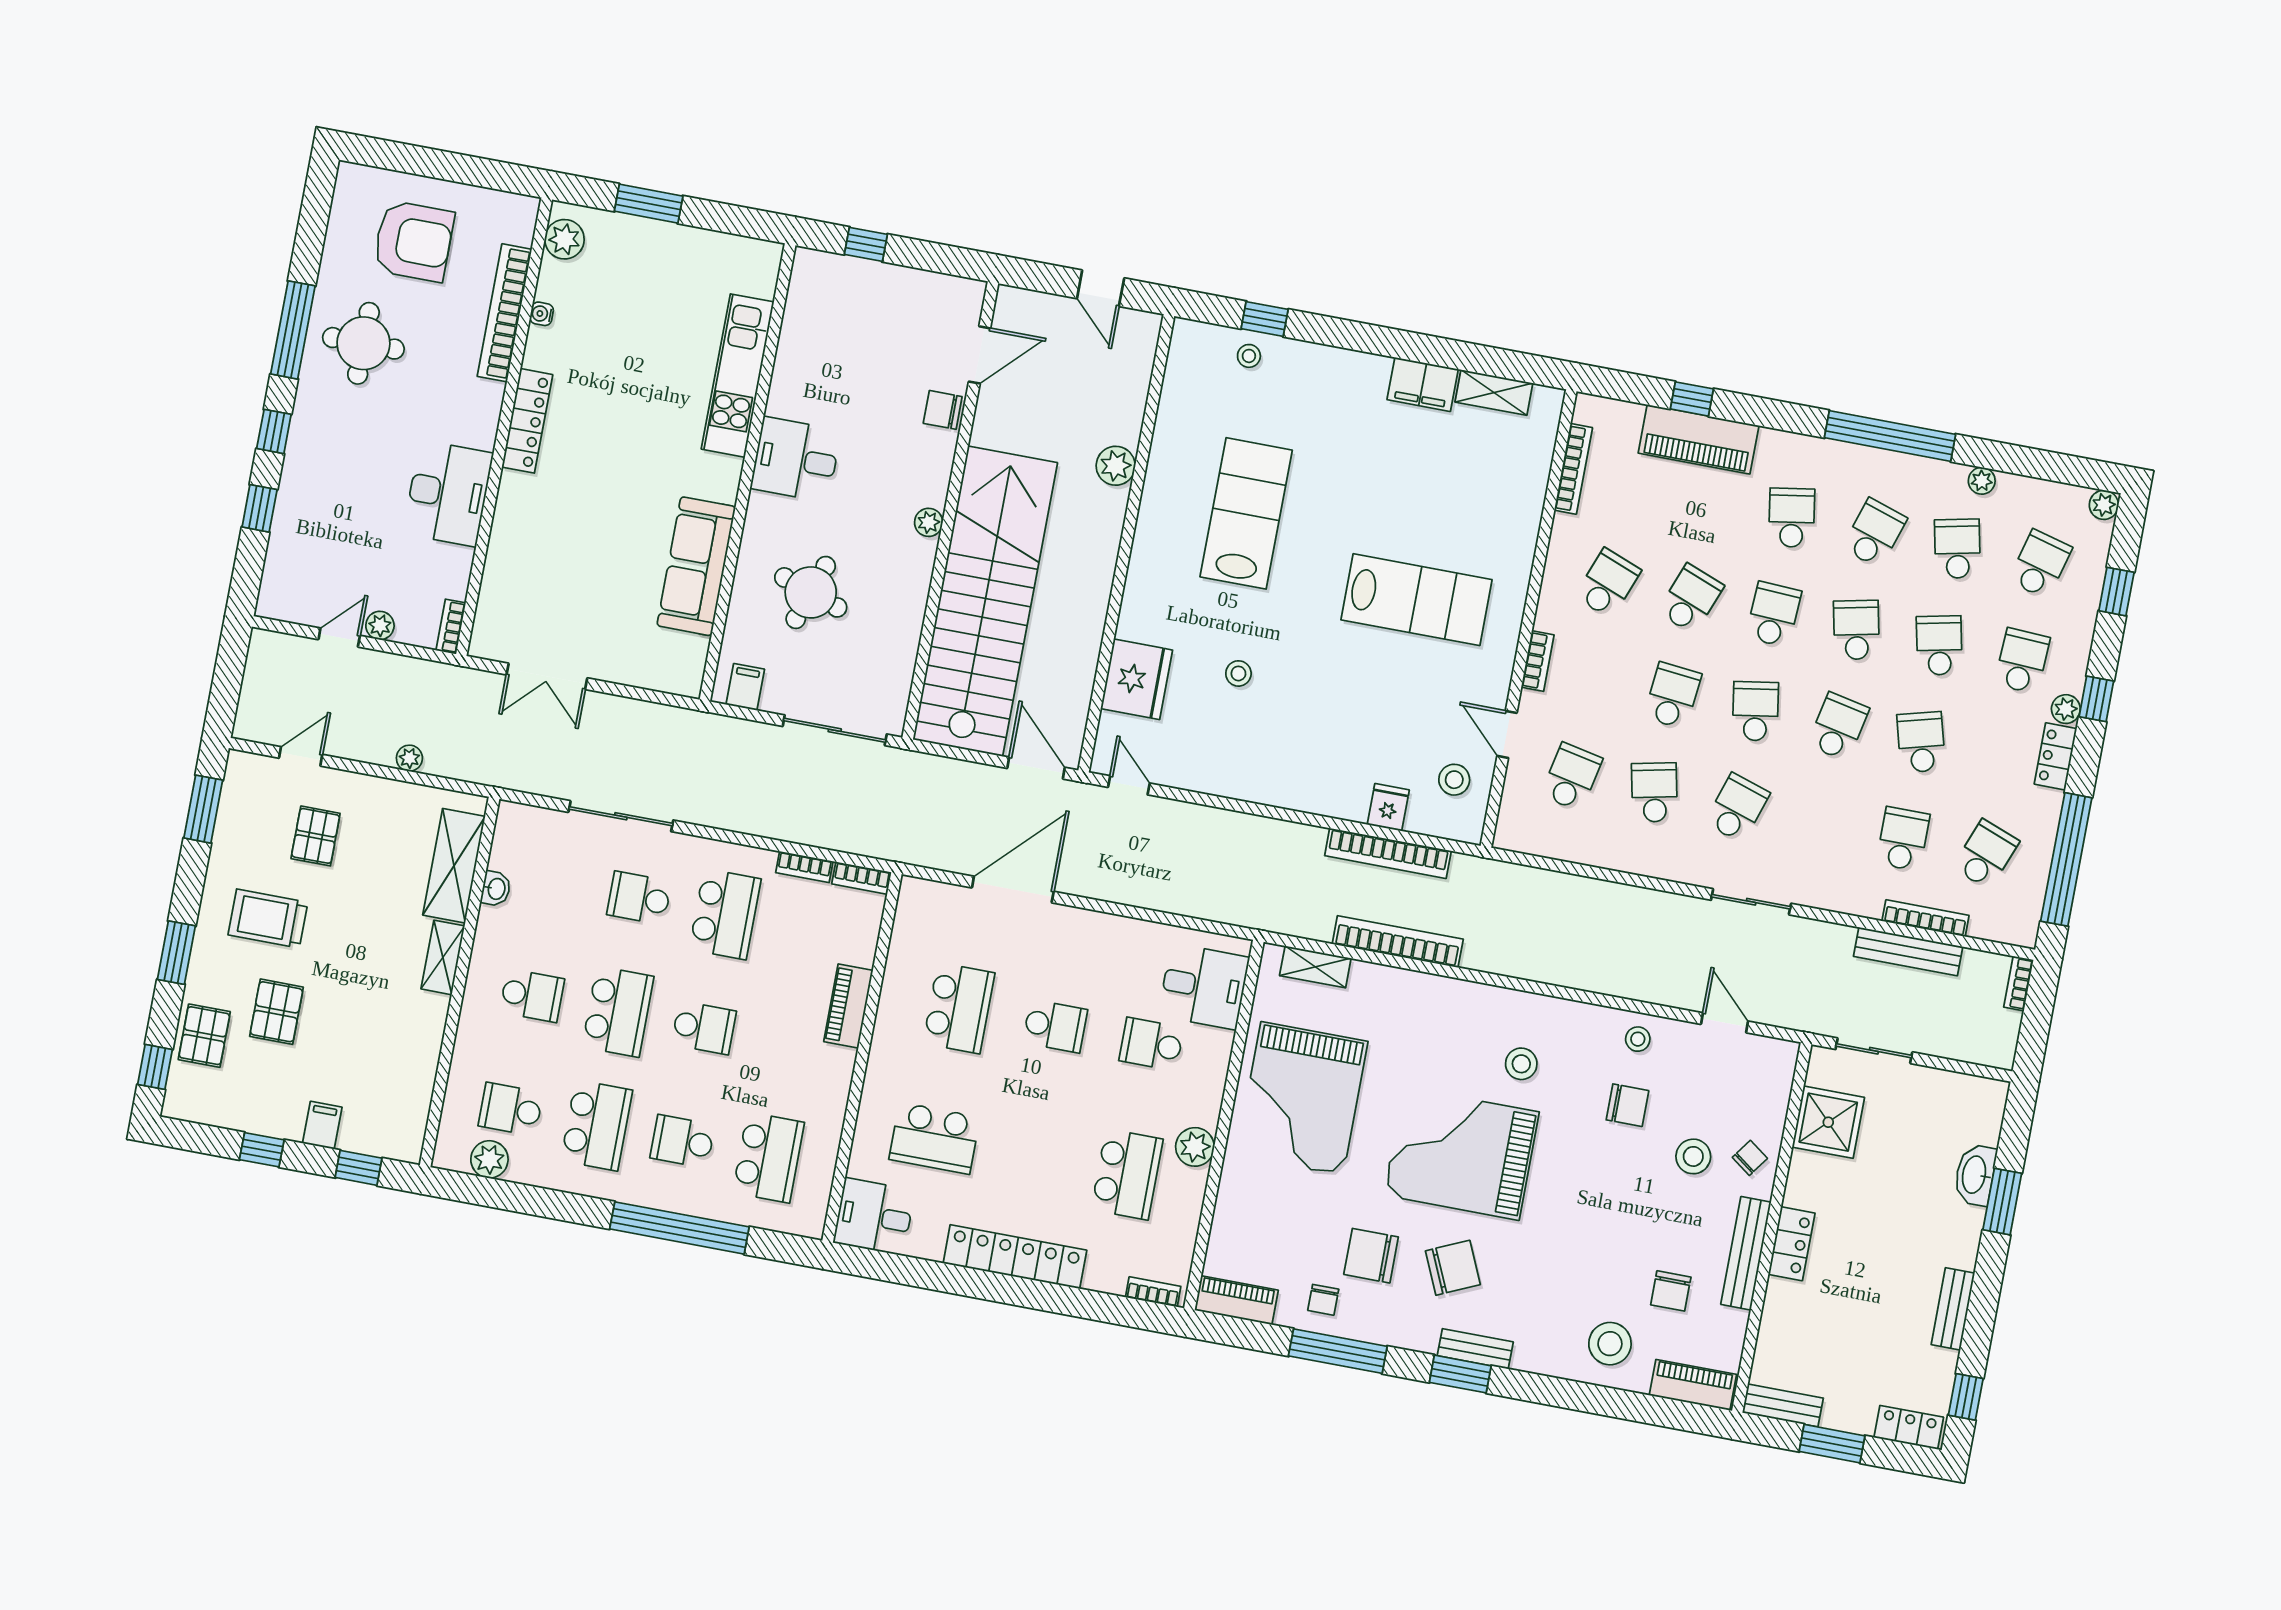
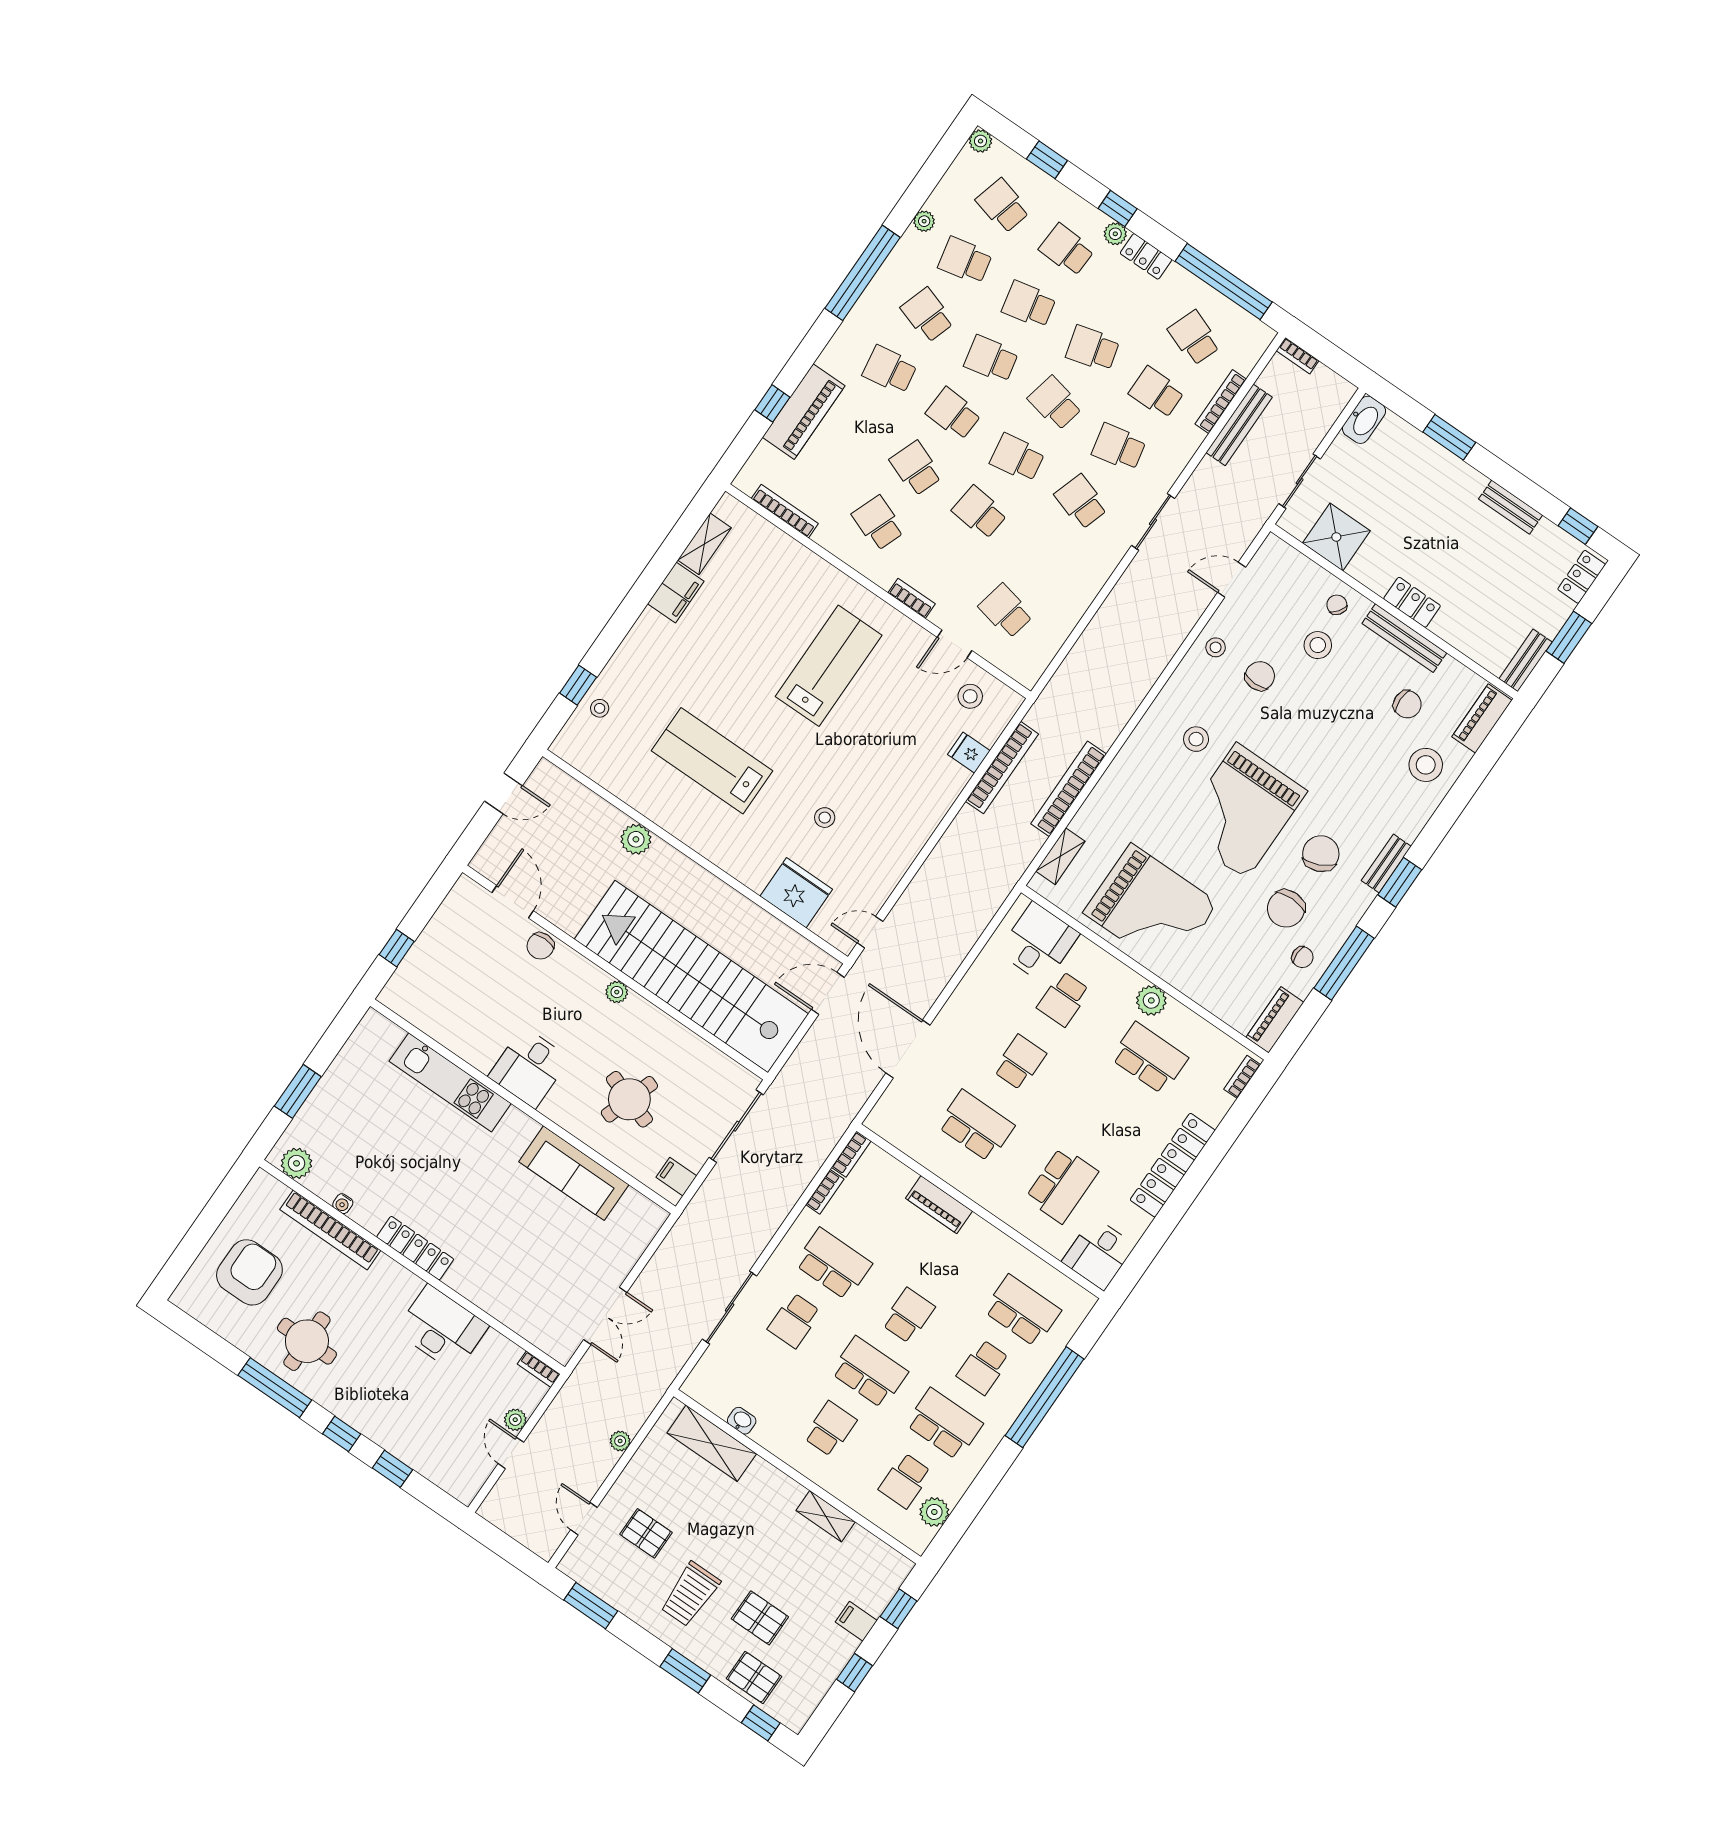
school desk: (1654, 792) -> (1119, 447), moved
shelving: (443, 957) -> (826, 1516), moved
washbasin: (1975, 1175) -> (1364, 420), moved, turned -90

